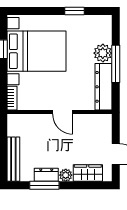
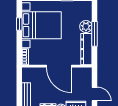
door: (63, 112) -> (59, 66), width x1.87

